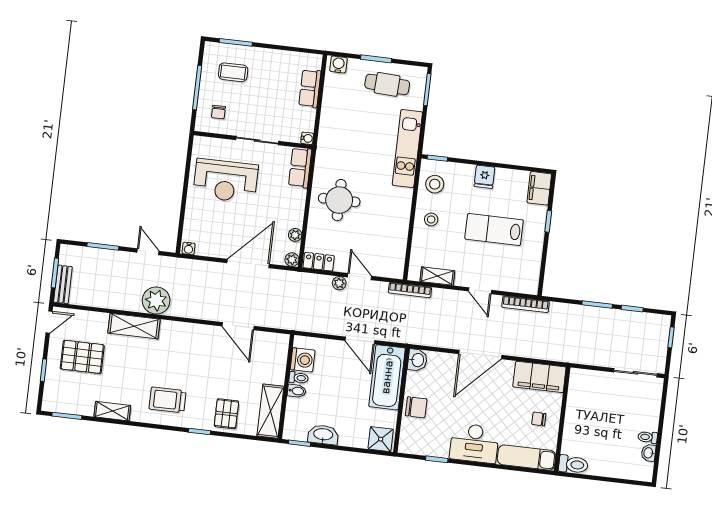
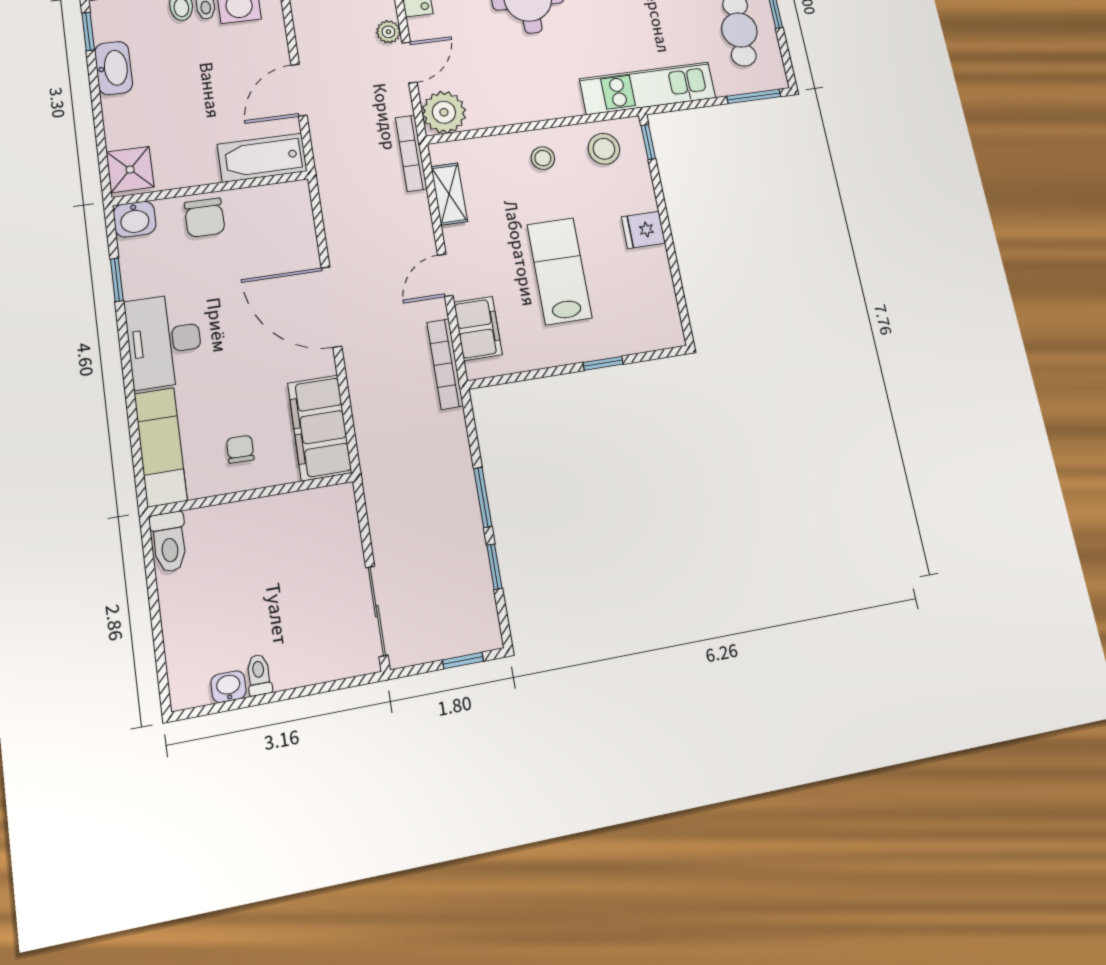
filing cabinet: (539, 188) -> (478, 328), moved, turned 90
plant: (392, 266) -> (444, 112), added
washbasin: (417, 360) -> (135, 219), moved
bathtub: (387, 377) -> (262, 158), width x0.73, depth x0.73

